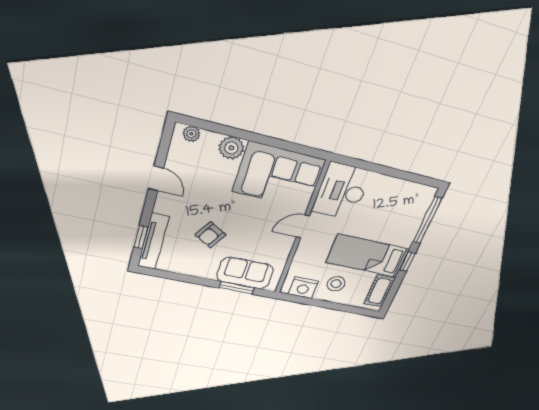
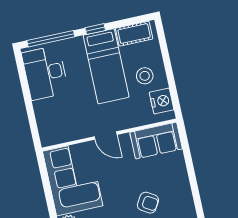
desk: (342, 192) -> (45, 73), moved, turned 90
sofa: (245, 273) -> (156, 141), moved, turned -90
window: (237, 288) -> (188, 156), removed

